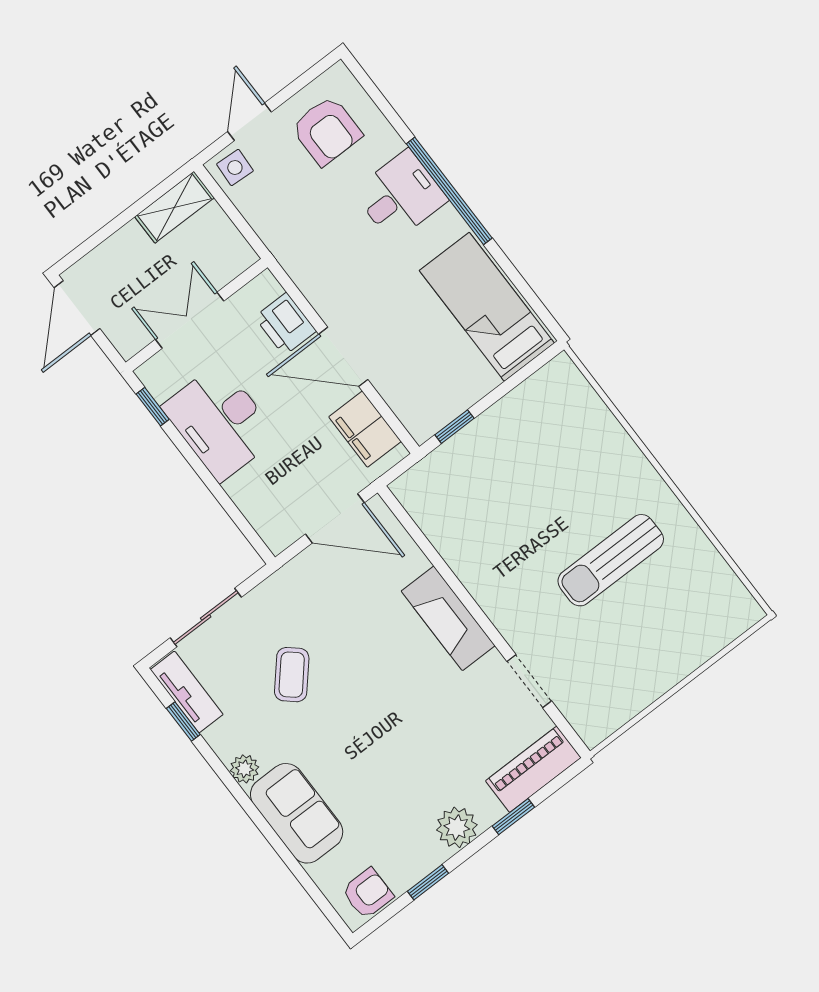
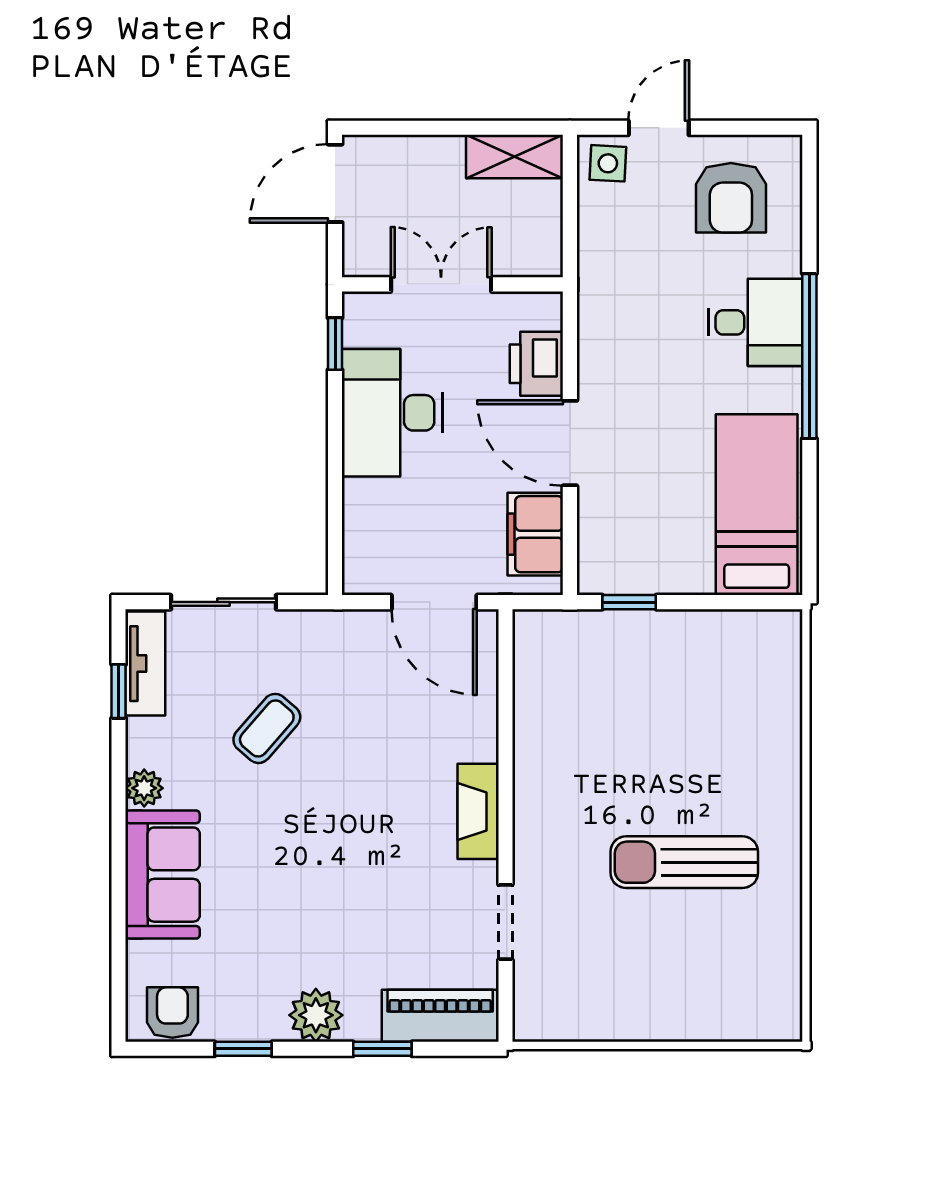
fireplace: (448, 618) -> (478, 811), width x0.73, depth x0.76
armchair: (368, 893) -> (172, 1013), turned -90

